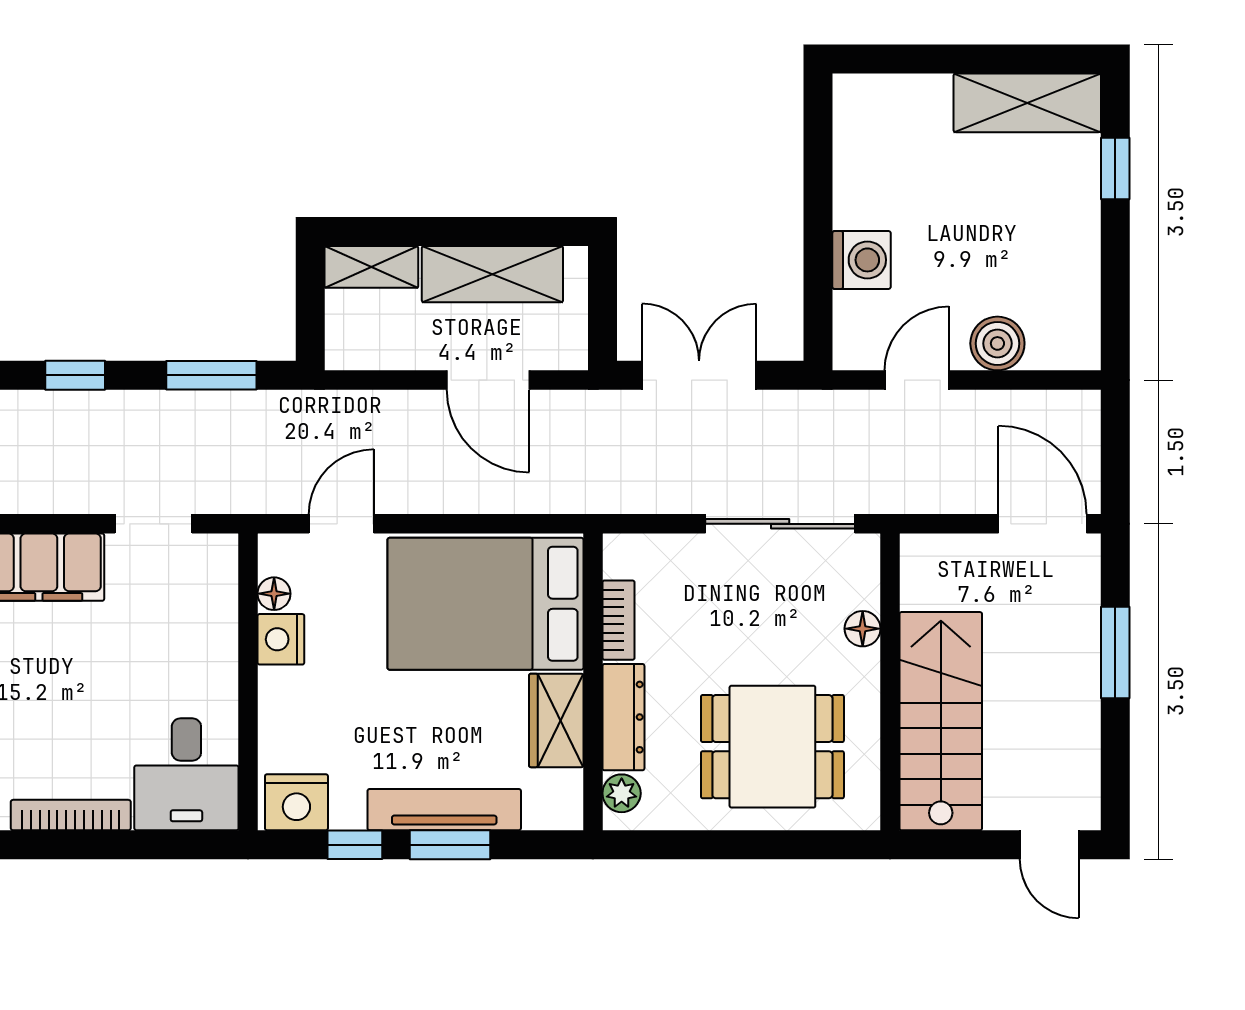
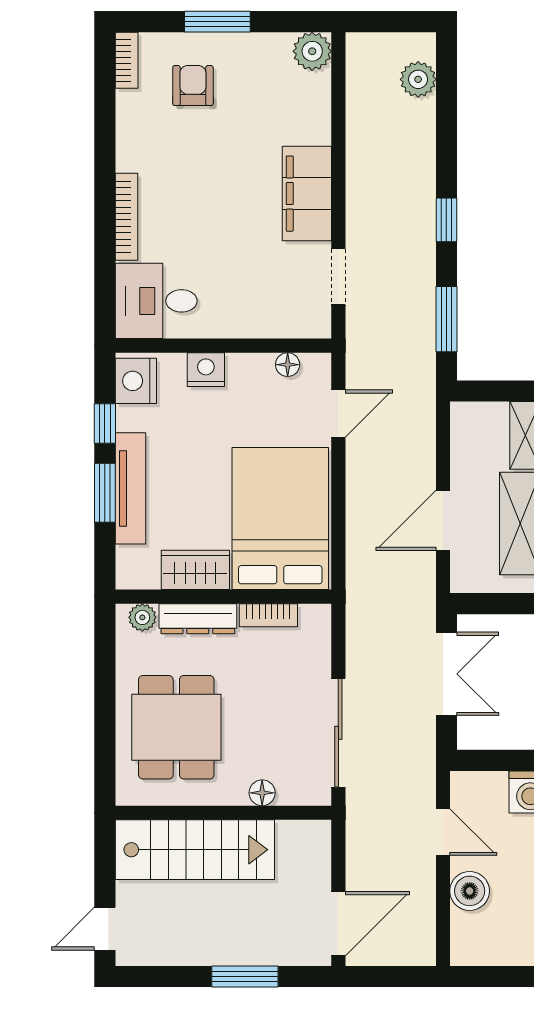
door: (341, 524) -> (338, 414), hinge flipped
nightstand: (281, 639) -> (206, 370), moved

